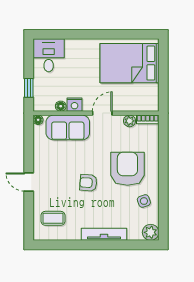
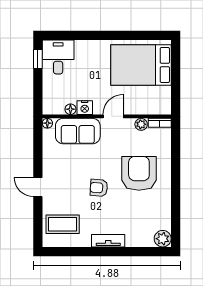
window: (29, 88) -> (38, 59), moved
side table: (144, 201) -> (156, 207), removed
coffee table: (53, 218) -> (63, 224), width x1.36, depth x1.30
tv unit: (104, 234) -> (108, 241), width x0.71

